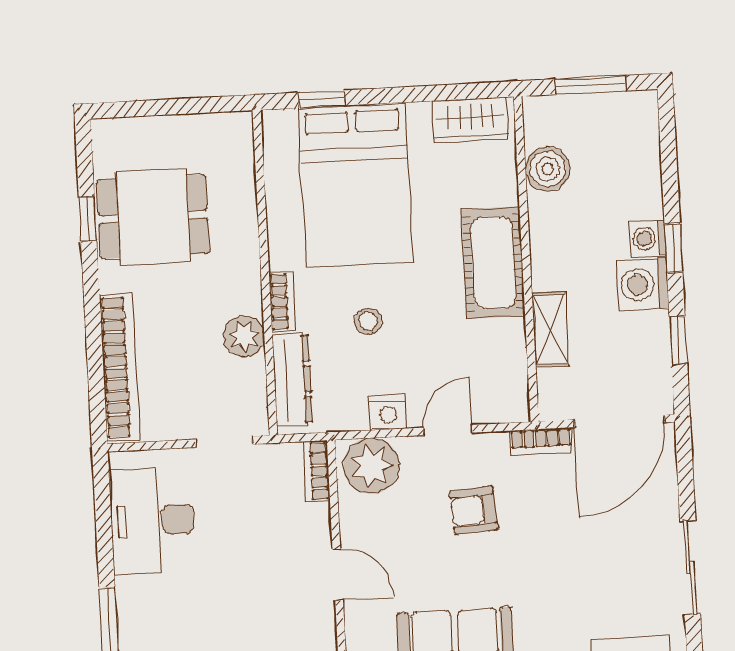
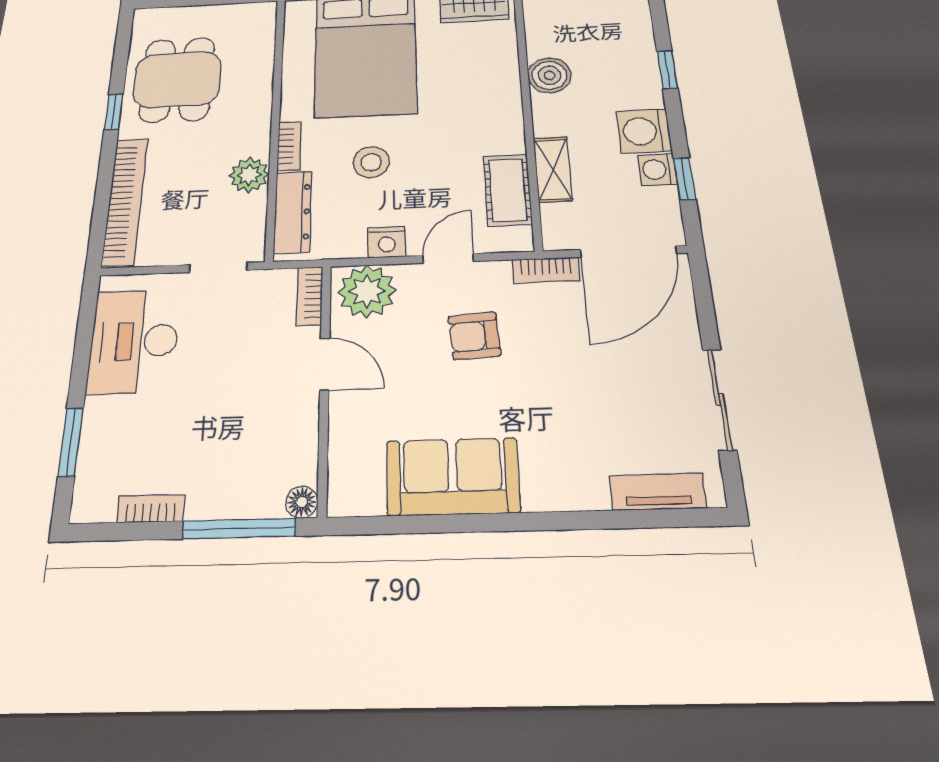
boiler: (548, 169) -> (549, 75), moved
dining table: (153, 217) -> (177, 79), turned 90
window: (88, 219) -> (114, 112), moved
washing machine: (648, 238) -> (657, 169), moved
window: (673, 248) -> (667, 70), moved
cot: (493, 263) -> (508, 190), moved, width x0.73, depth x0.75
stool: (368, 321) -> (371, 162), width x1.37, depth x1.37
door: (338, 575) -> (325, 364), moved

